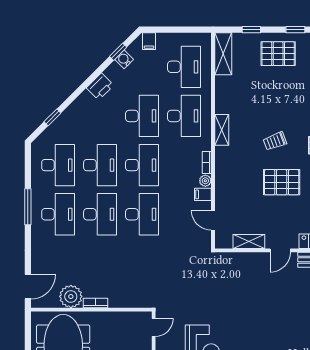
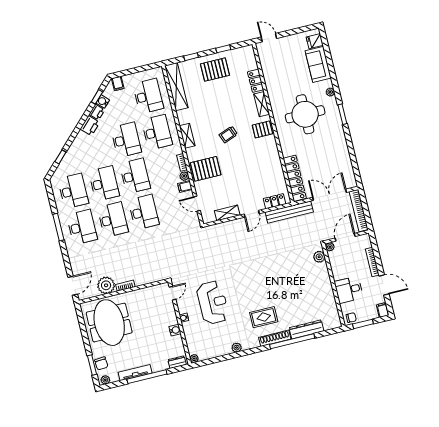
shelving: (223, 54) -> (176, 87), width x1.47
printer: (113, 71) -> (97, 112), added
pallet: (282, 182) -> (206, 169), moved

